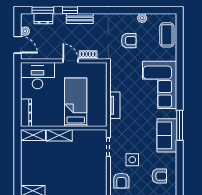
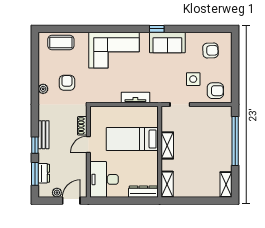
plant: (142, 18) -> (43, 89), moved
window: (180, 125) -> (157, 29), width x0.46
shelving: (59, 135) -> (167, 145), moved
armchair: (159, 176) -> (210, 50), turned 87

